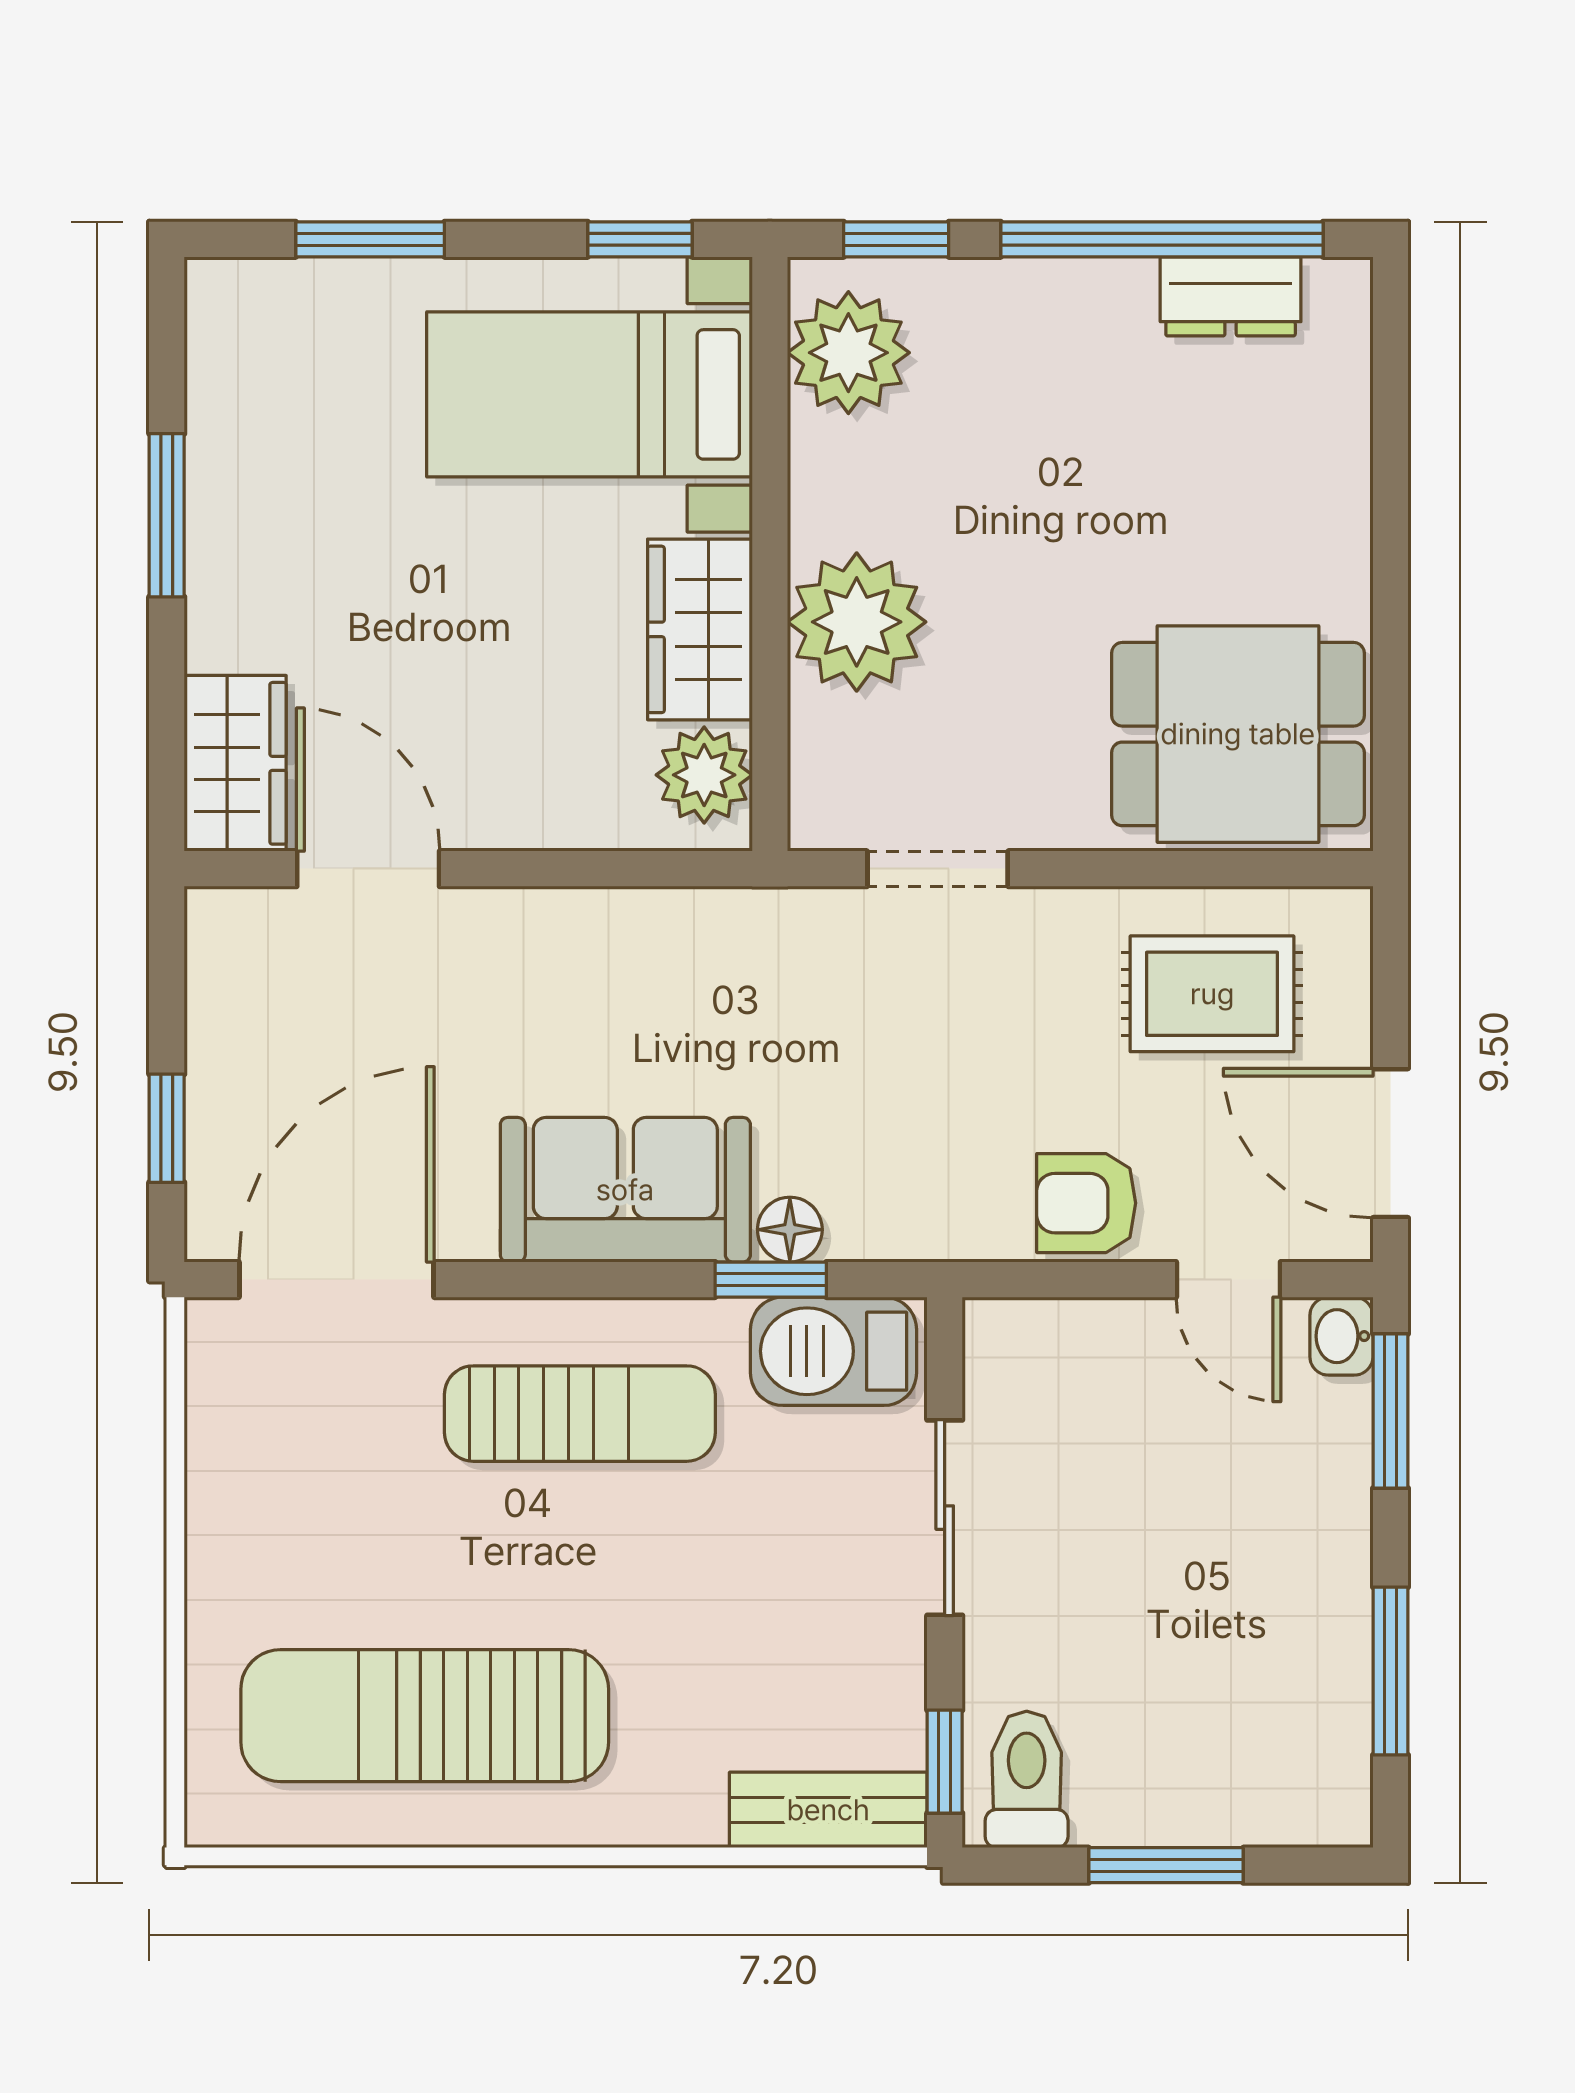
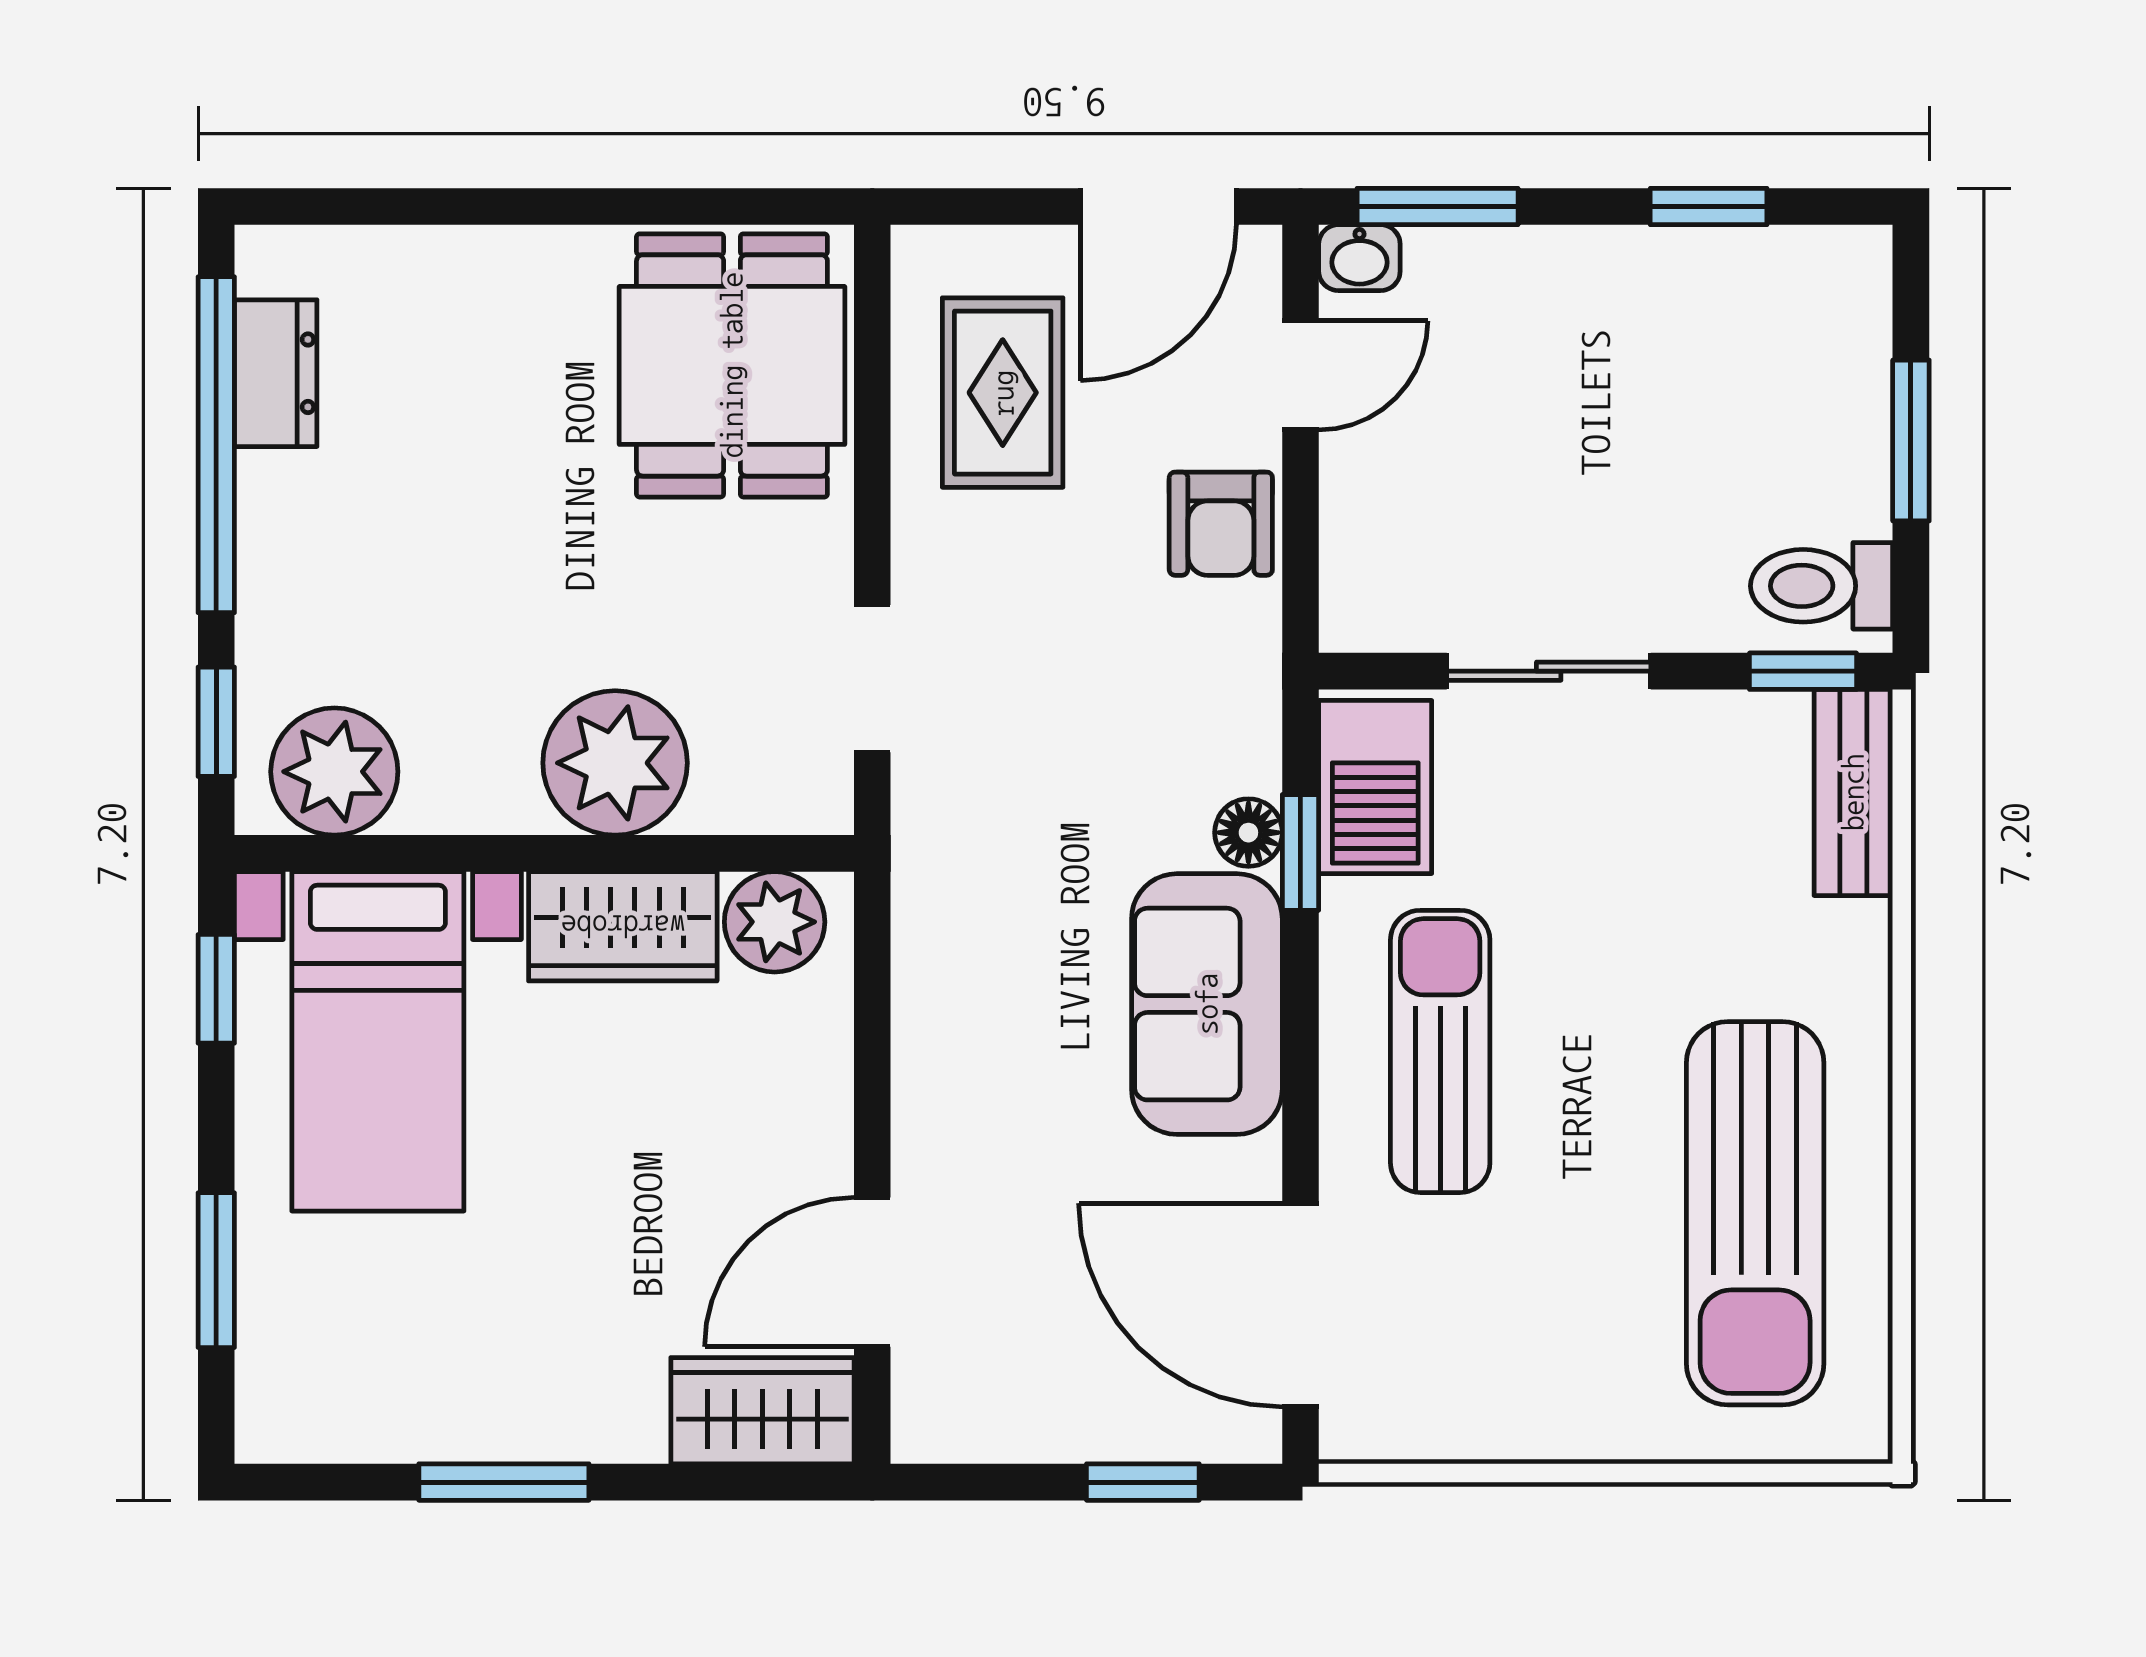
window: (1390, 1671) -> (1709, 206), width x0.67

